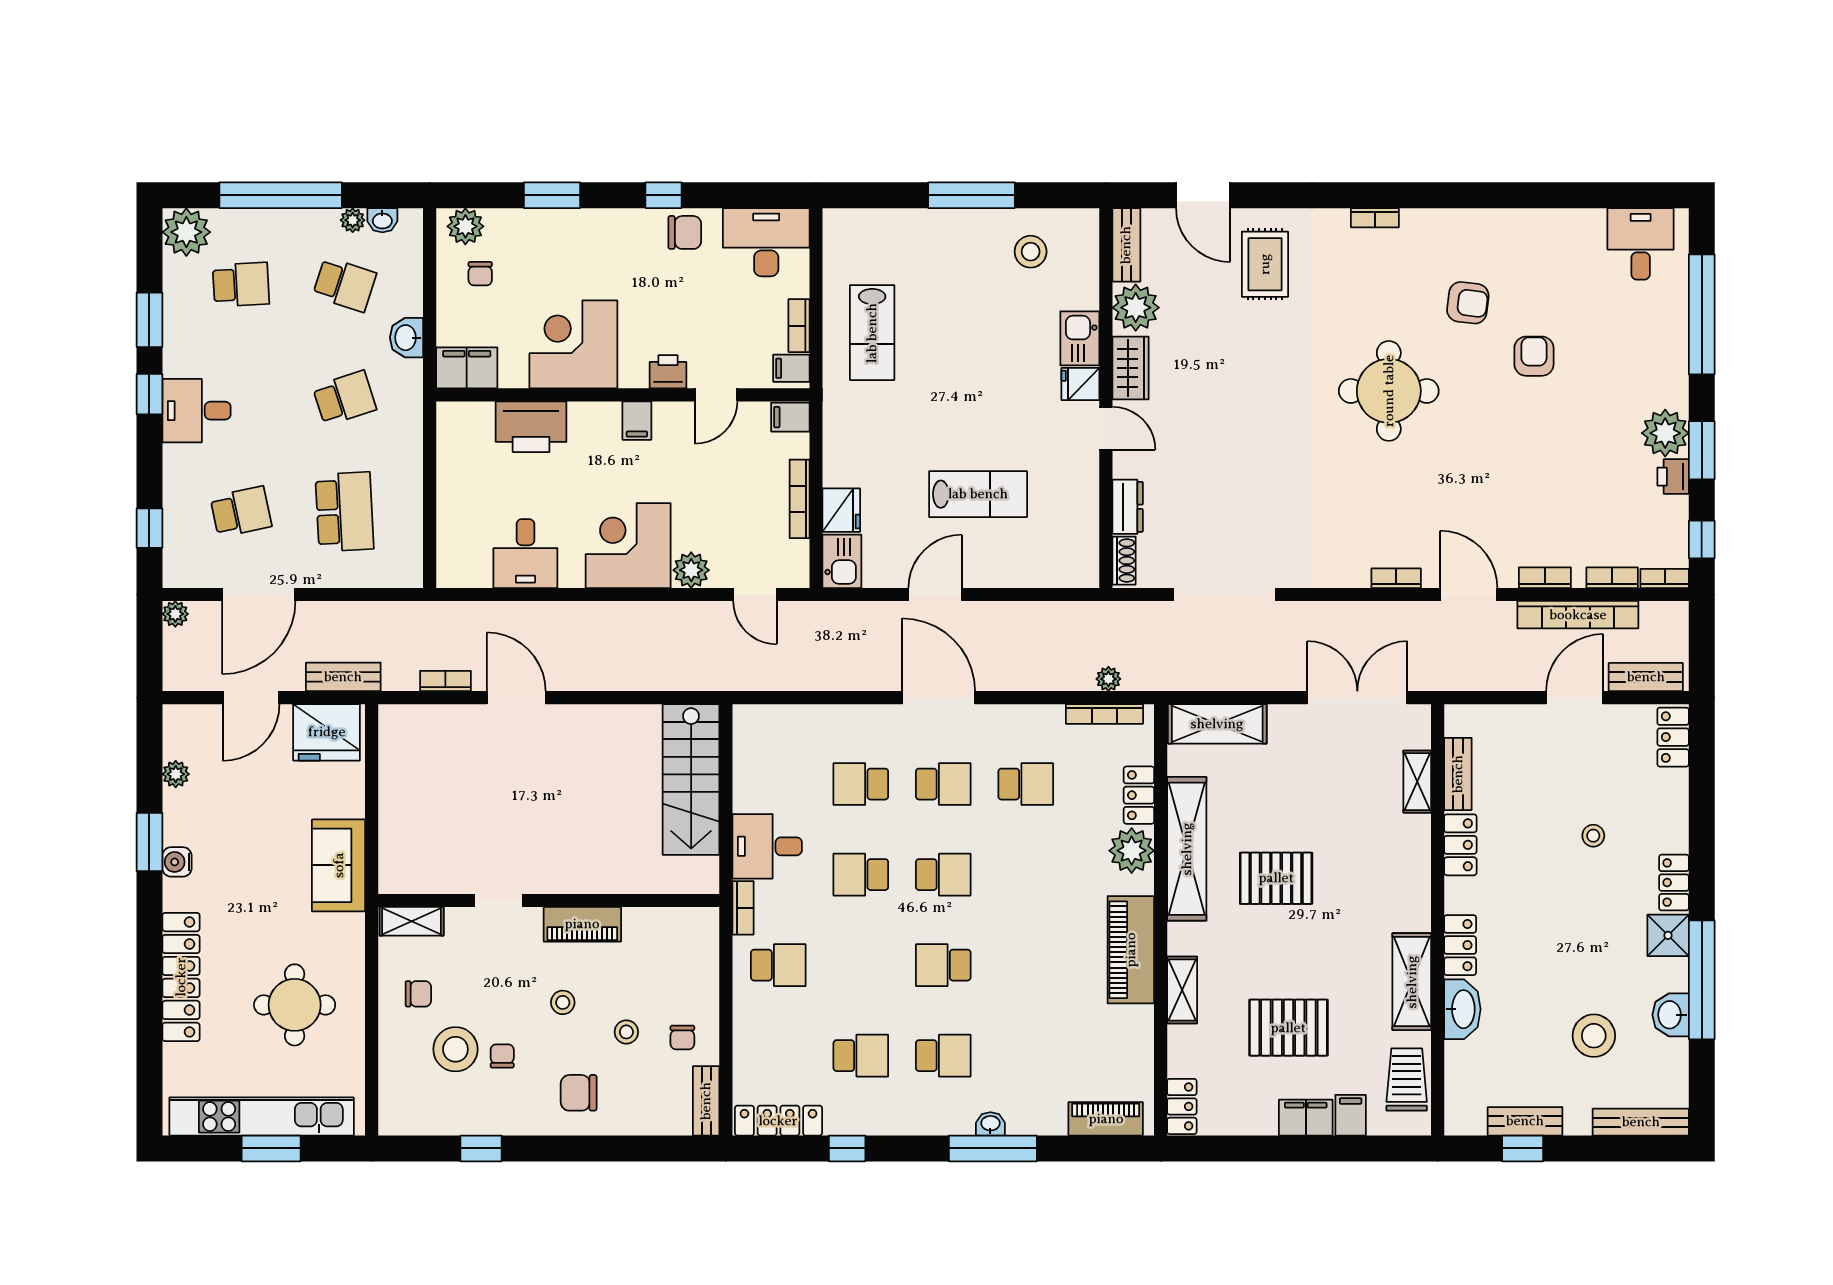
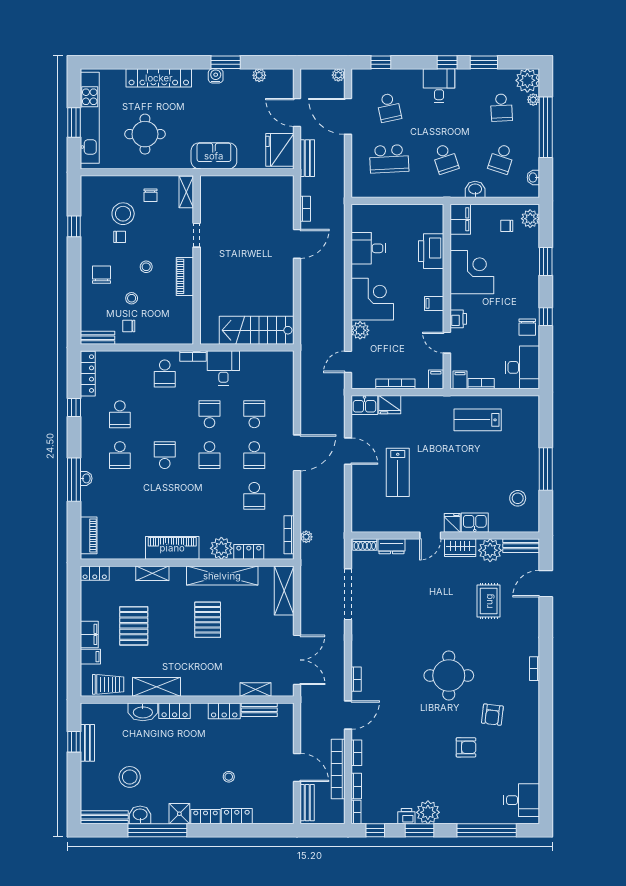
plant: (353, 220) -> (533, 100), moved
rug: (1265, 264) -> (489, 601), moved, turned 90
locker: (1673, 737) -> (237, 816), moved
bench: (1641, 1122) -> (104, 817), moved, turned 90

